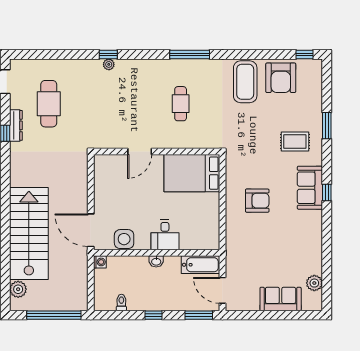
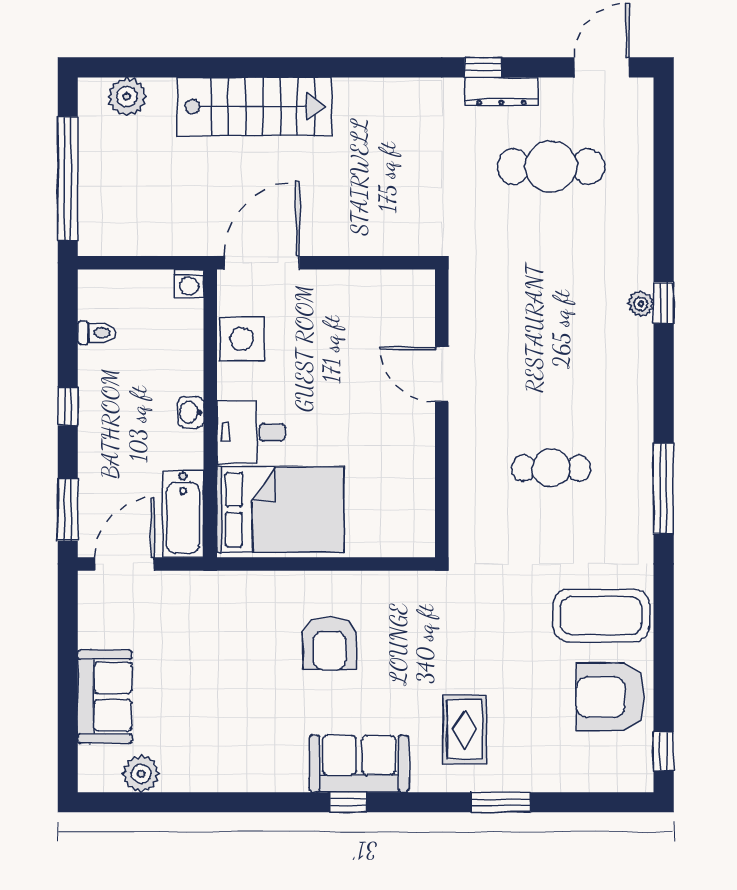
bed: (192, 173) -> (280, 509), moved, turned 90
stairs: (29, 234) -> (254, 106), width x0.73, depth x0.66

